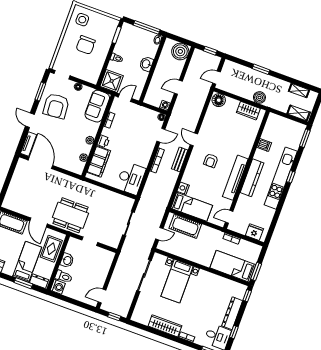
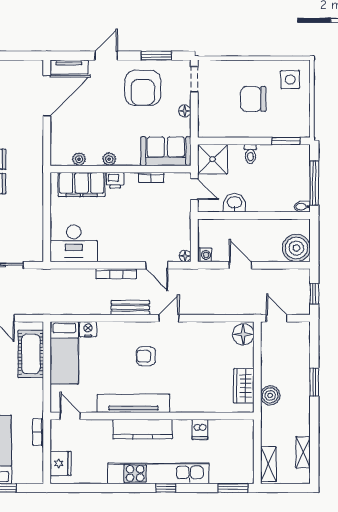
washbasin: (146, 64) -> (234, 203), moved
armchair: (56, 106) -> (143, 88), turned -85

